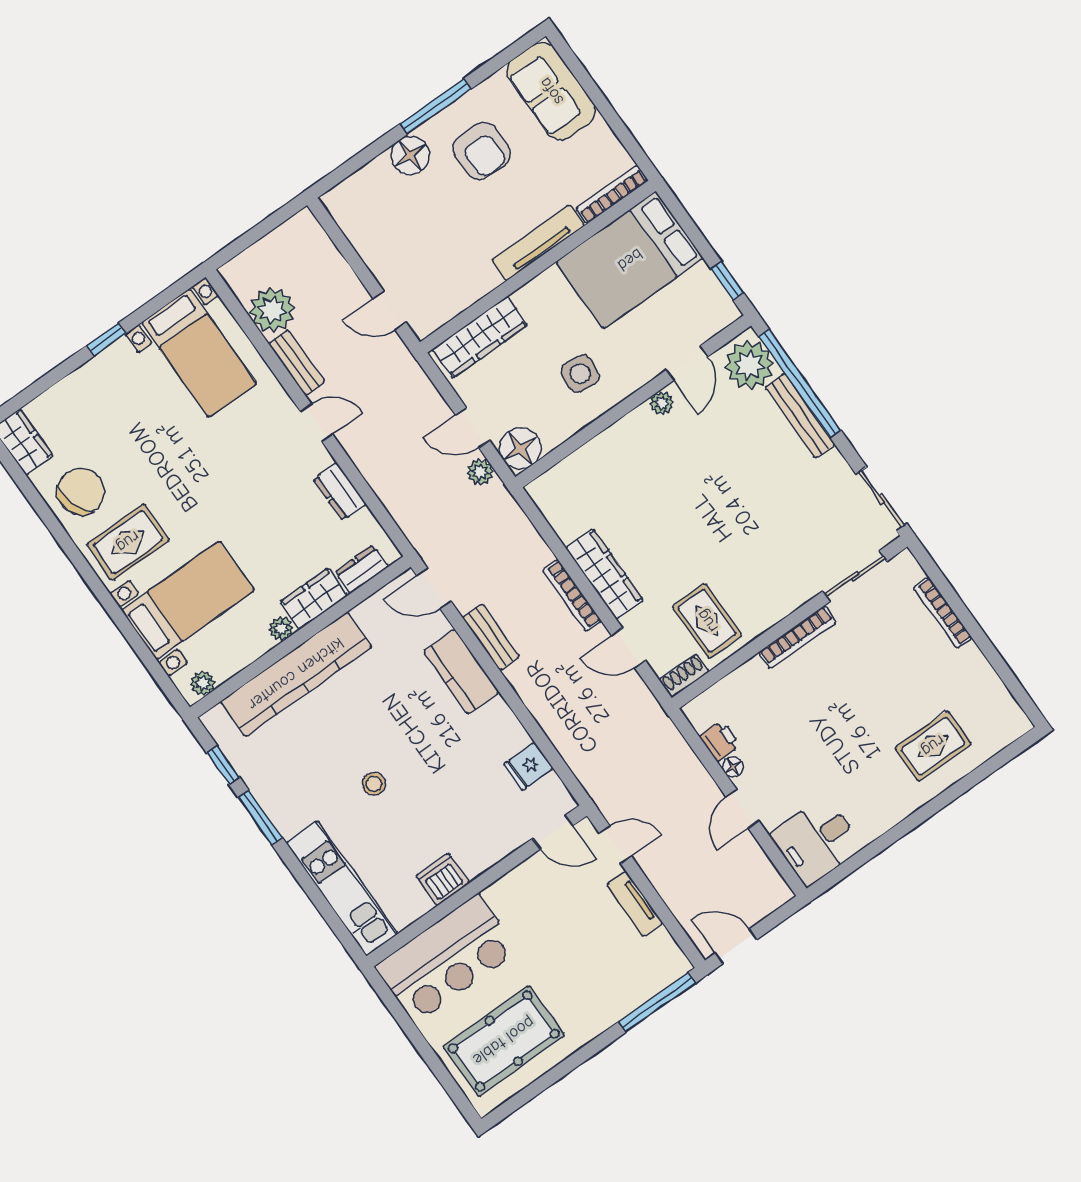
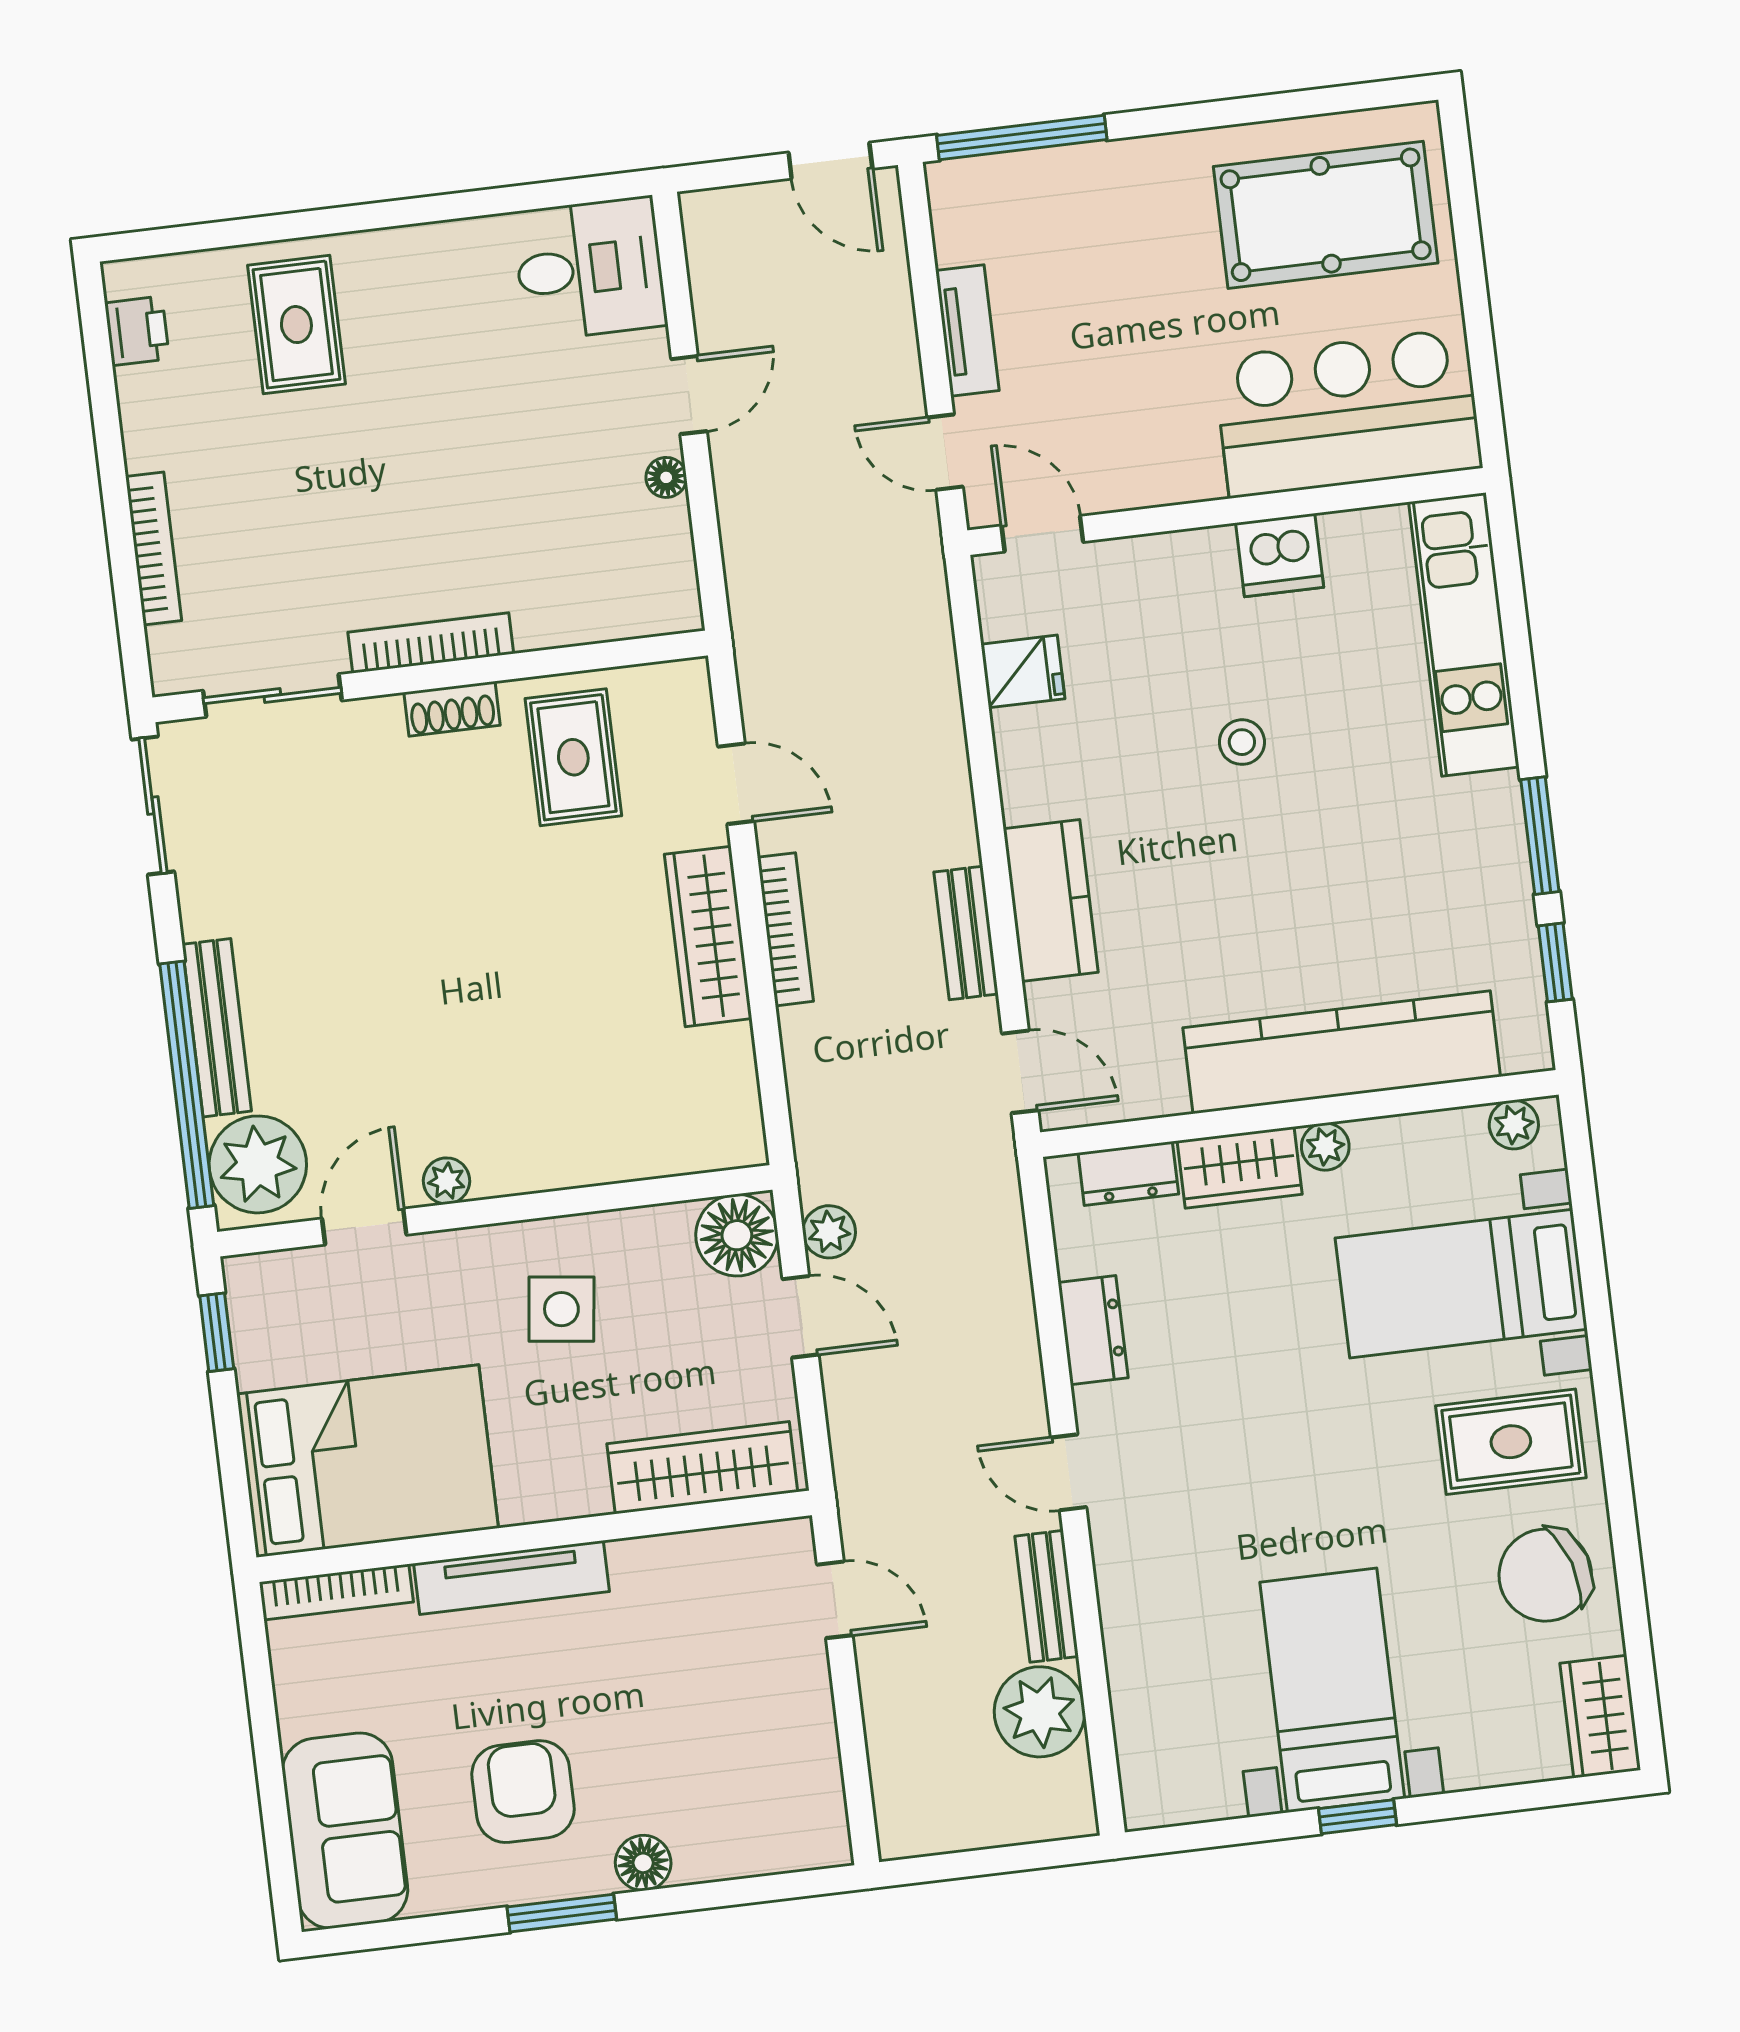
window: (435, 106) -> (562, 1913), width x0.69
floor lamp: (410, 155) -> (643, 1863), width x0.73, depth x0.73
bed with nightstands: (199, 353) -> (1332, 1690), moved
shoe rack: (684, 676) -> (452, 709), moved
printer: (720, 741) -> (137, 331), moved, turned 180
rug: (933, 746) -> (296, 325), turned 90
stool: (374, 784) -> (1242, 742), moved

